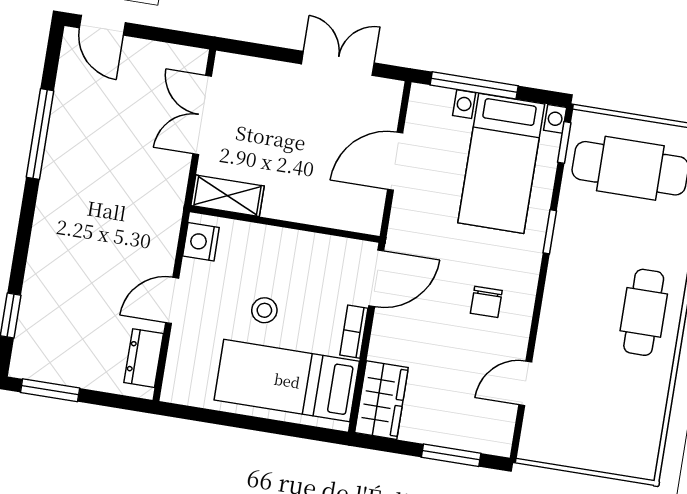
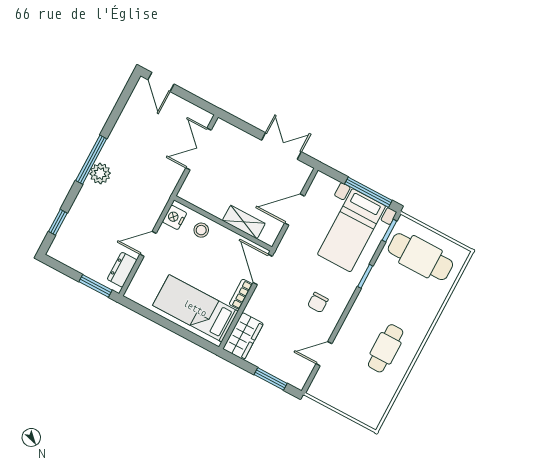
window: (474, 85) -> (368, 192), moved
window: (40, 134) -> (91, 160), moved
shelving: (228, 196) -> (244, 222), moved
plant: (53, 211) -> (100, 173), added
door: (376, 278) -> (263, 269), swing flipped
stool: (264, 310) -> (201, 230), moved
cafe table: (644, 312) -> (386, 348), moved
window: (50, 390) -> (96, 286), moved

